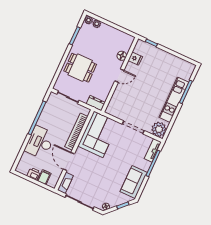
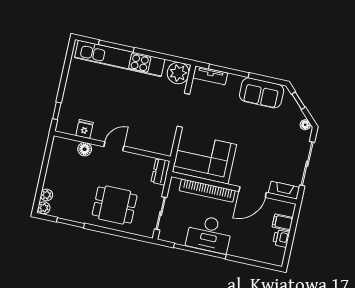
dining table: (80, 68) -> (115, 205), turned 90
door: (119, 76) -> (114, 146), hinge flipped
kitchen unit: (174, 100) -> (120, 58), width x1.36
desk: (40, 142) -> (209, 234), moved

